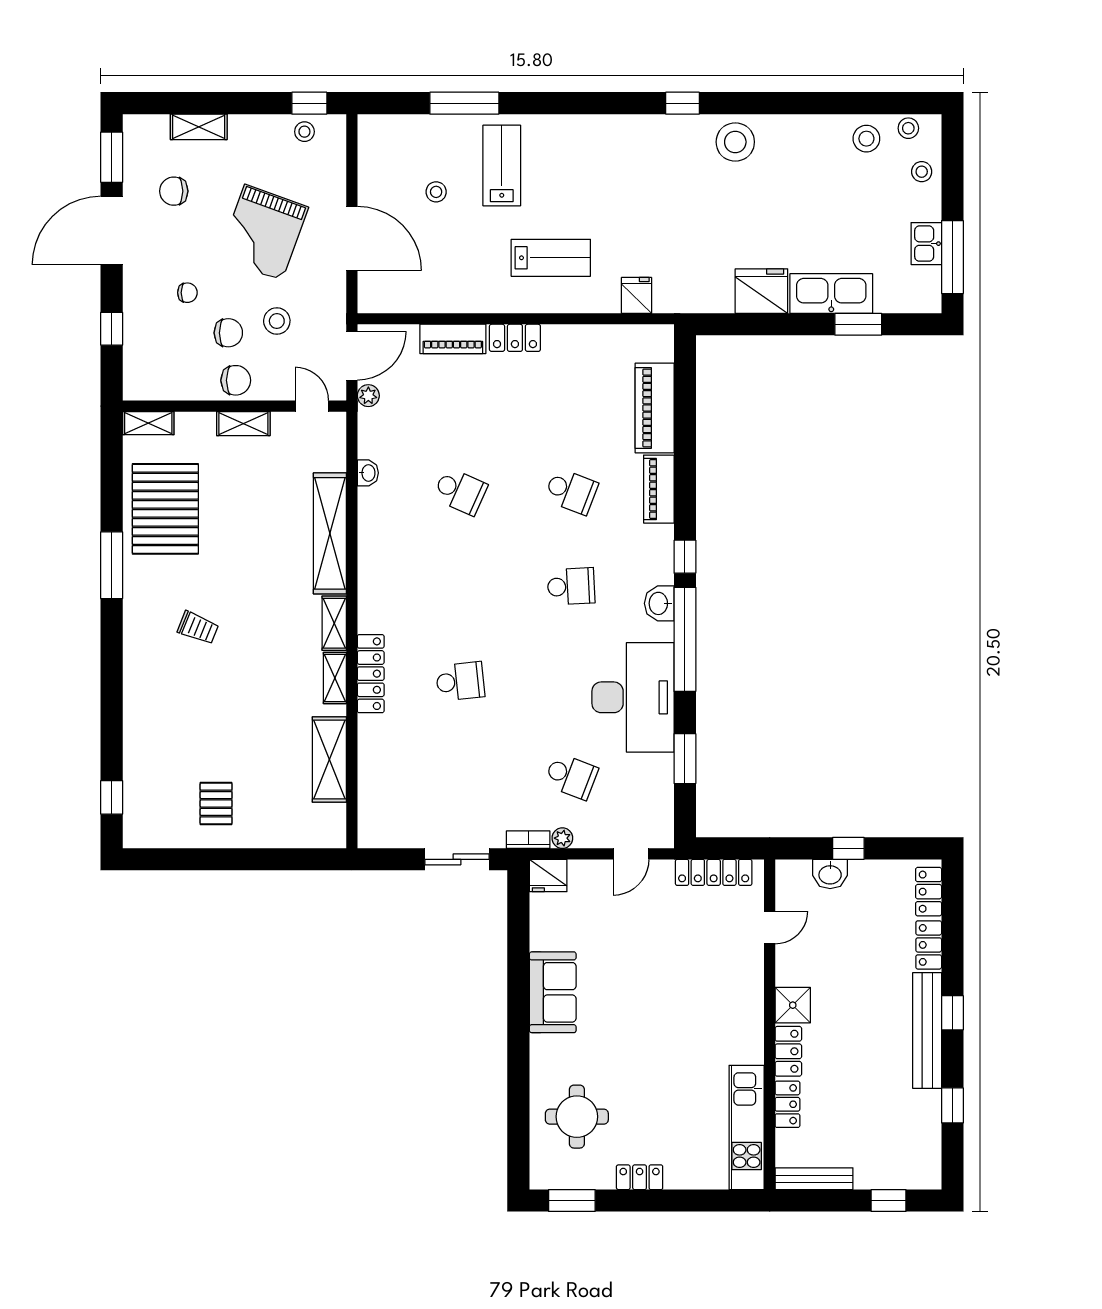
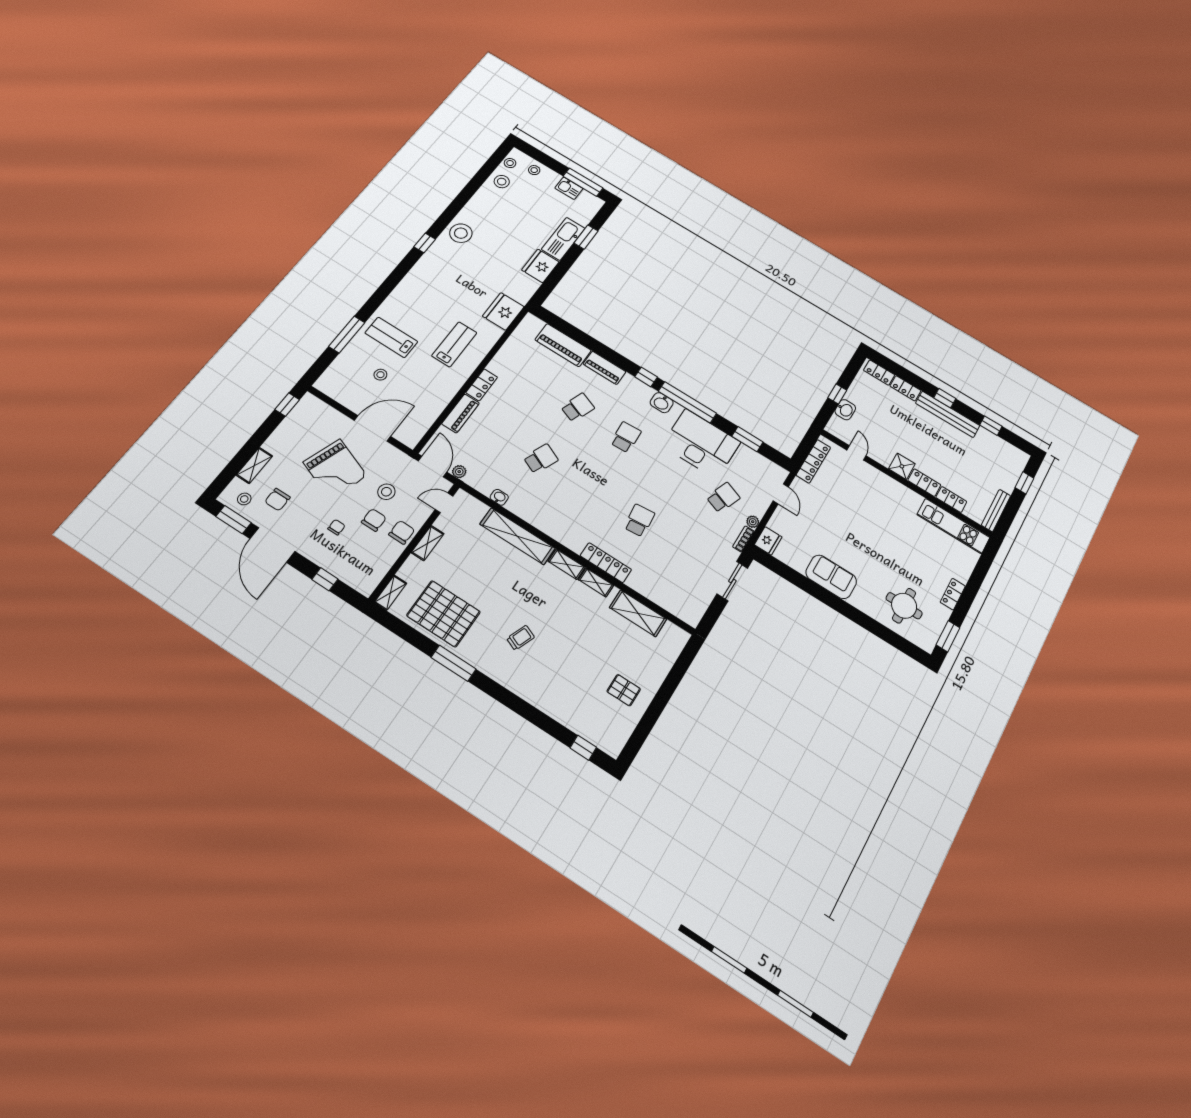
stool: (304, 132) -> (244, 499), moved
fridge: (636, 295) -> (503, 311), width x1.88, depth x1.34

